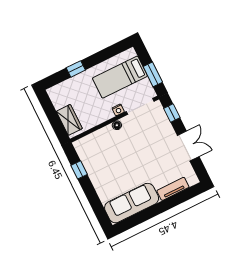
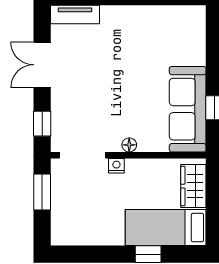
bed: (120, 77) -> (166, 228), moved, turned 180
tv unit: (173, 189) -> (75, 15), moved
sofa: (132, 203) -> (188, 109), moved, turned 90

